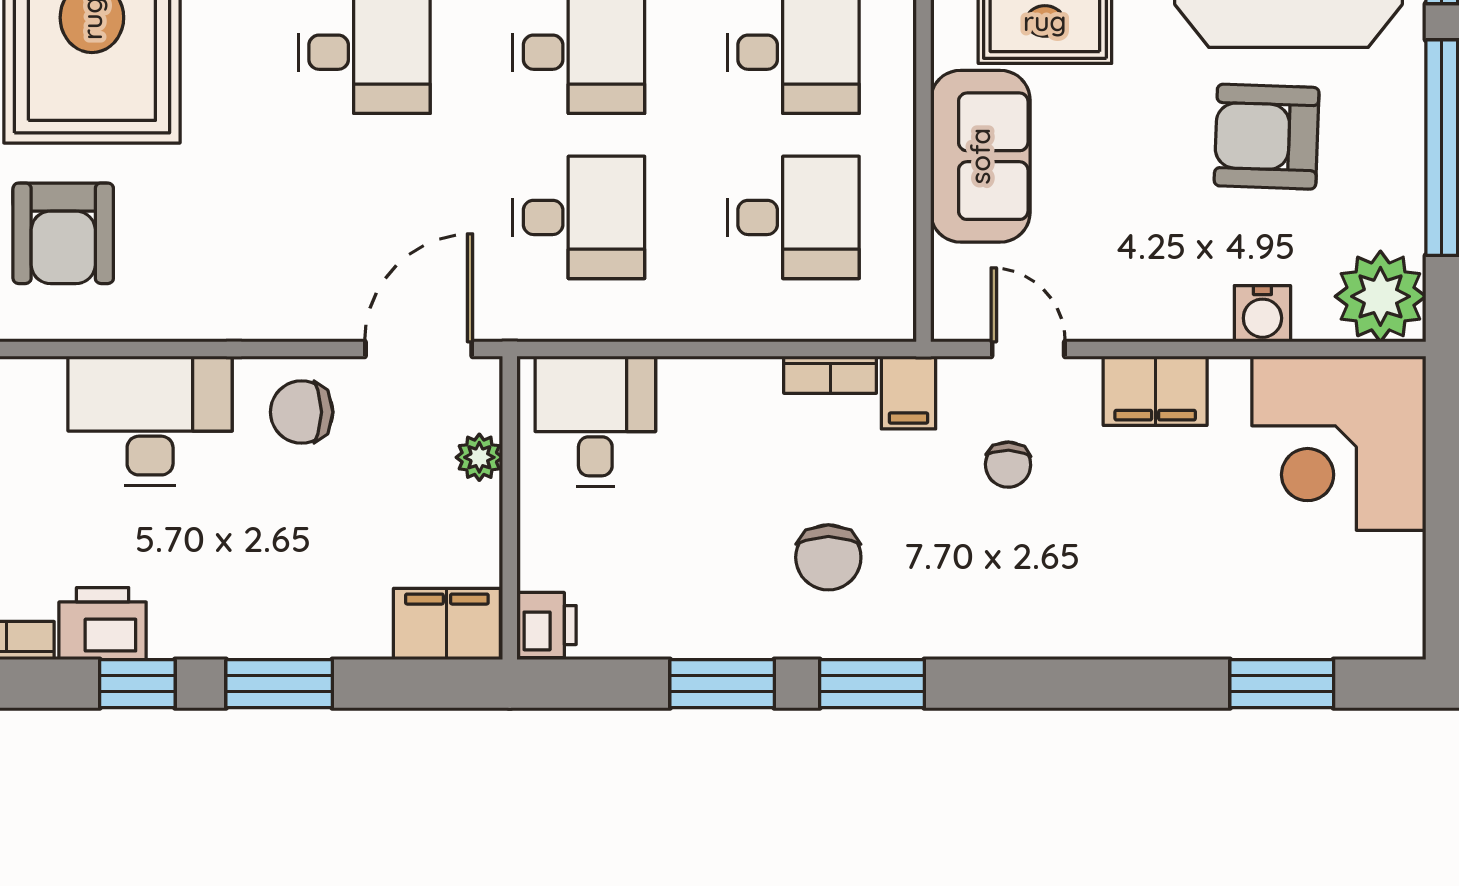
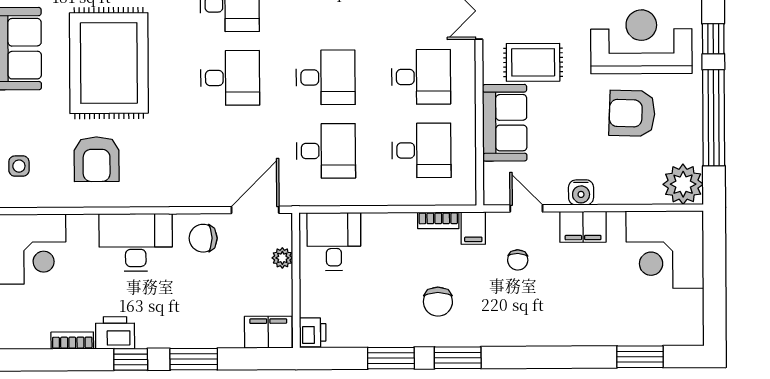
water cooler: (1262, 314) -> (581, 192), moved

